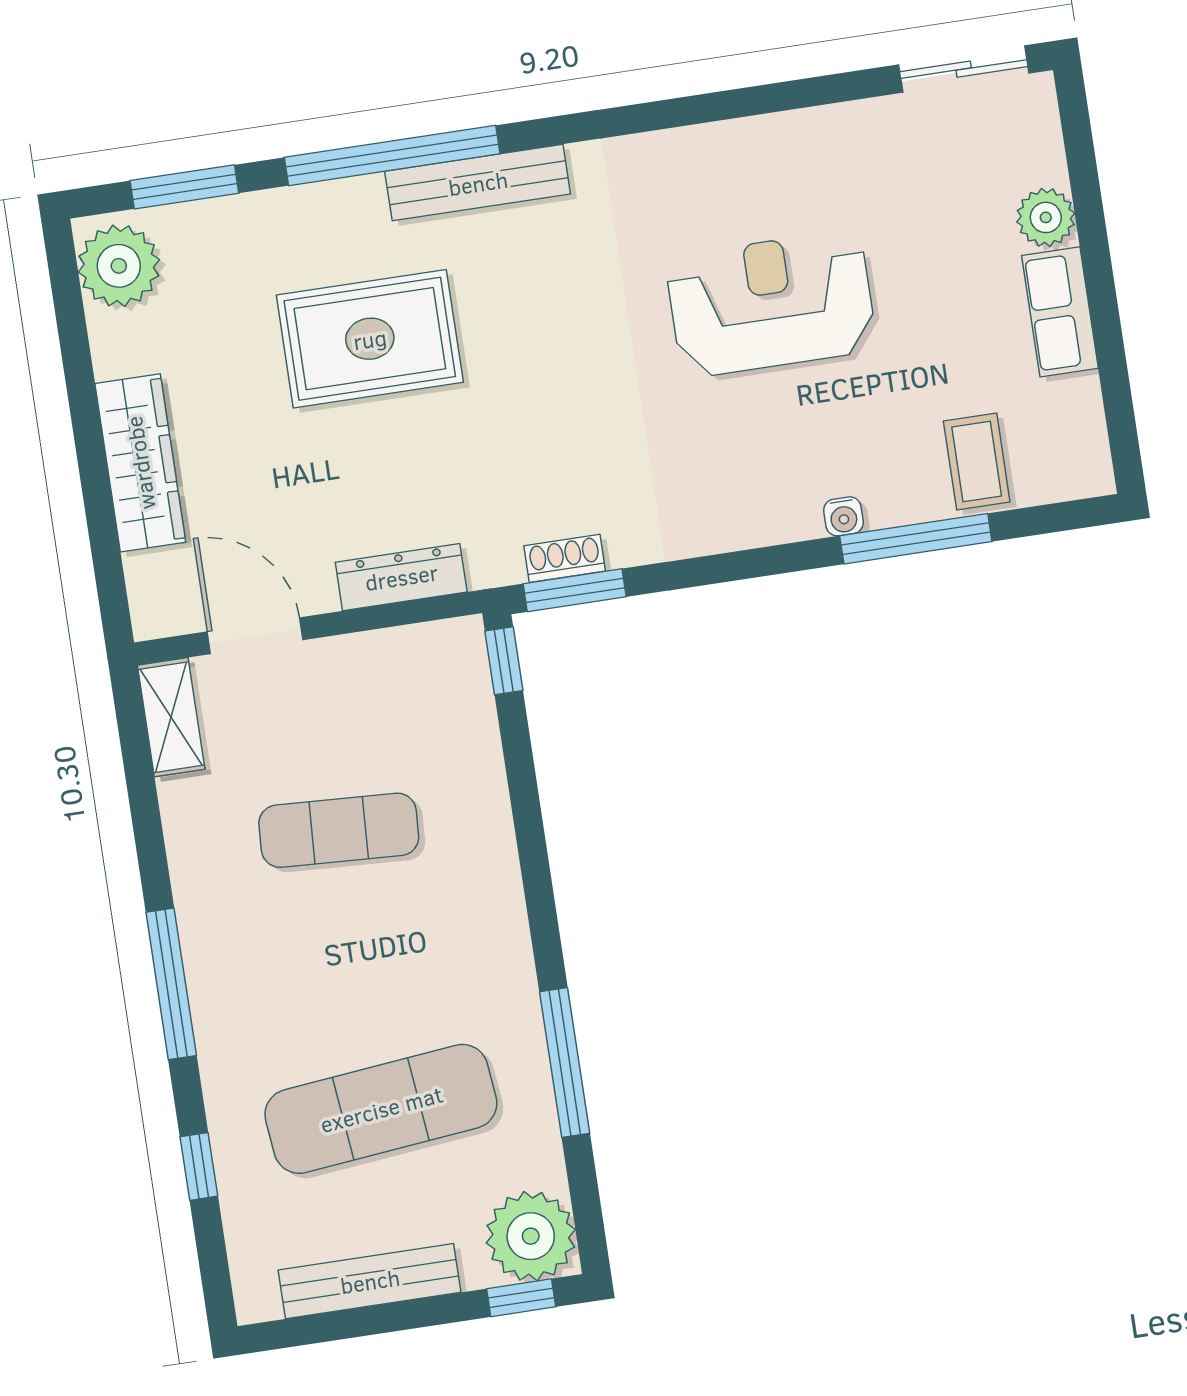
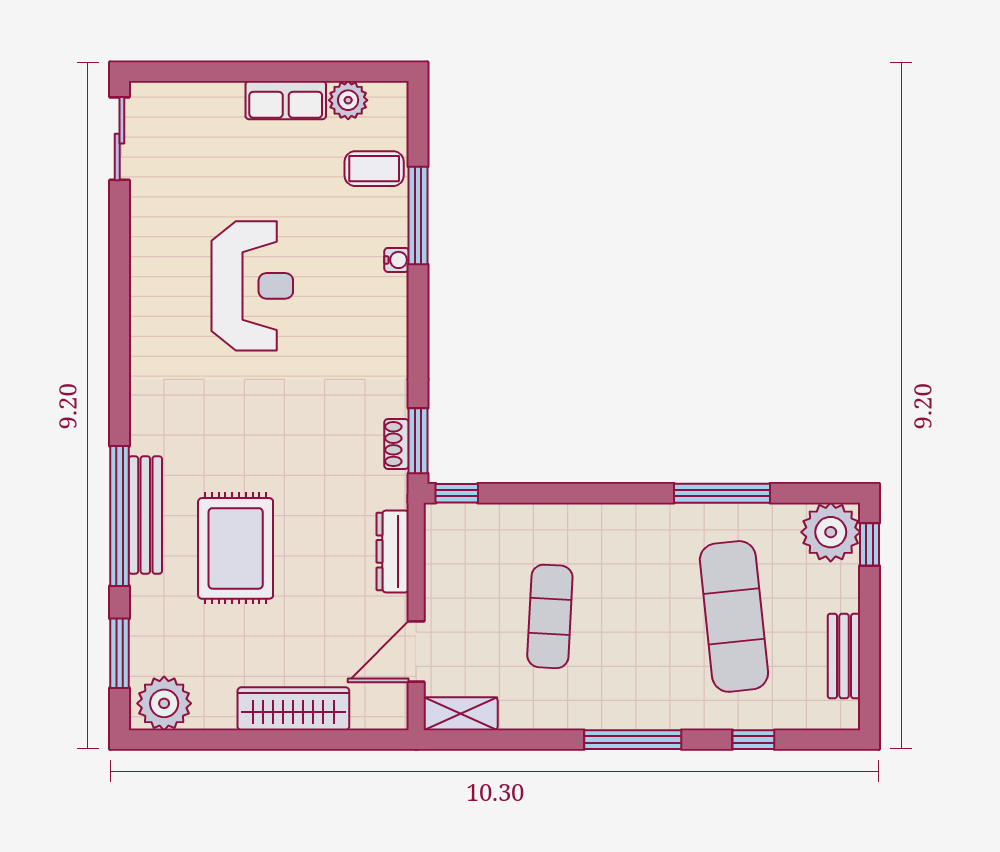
bench: (478, 183) -> (145, 515), moved
plant: (1046, 217) -> (348, 100), moved
reception desk: (771, 304) -> (252, 286), turned 180
bench: (370, 1281) -> (844, 656), width x0.73

